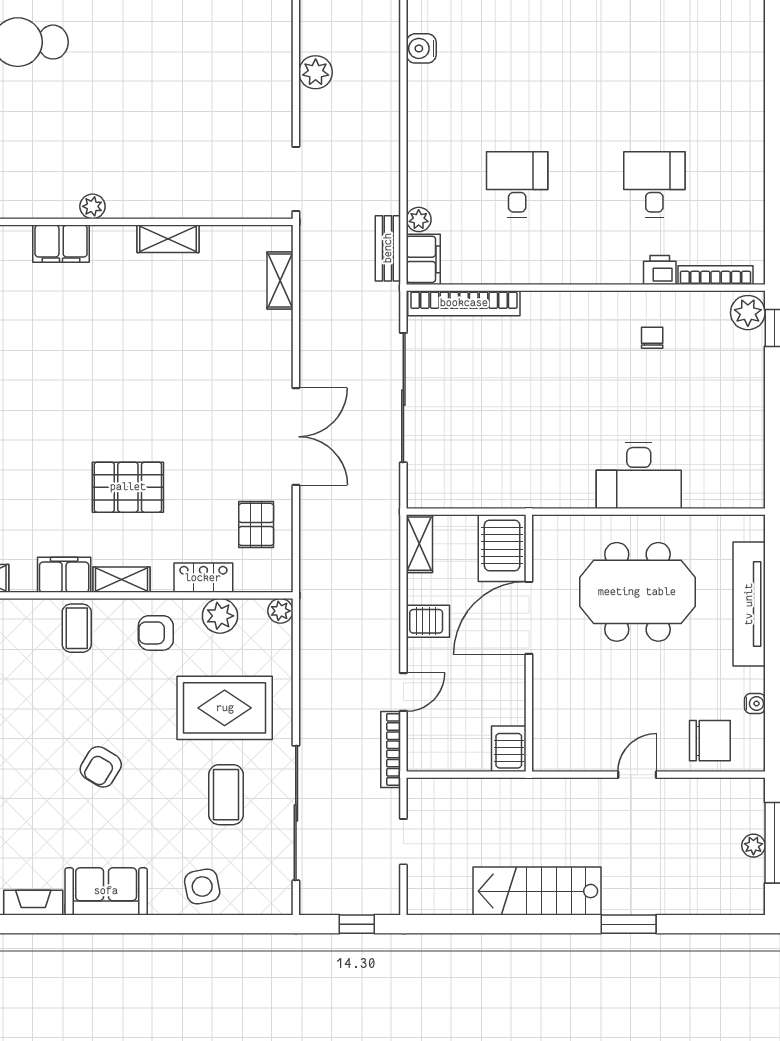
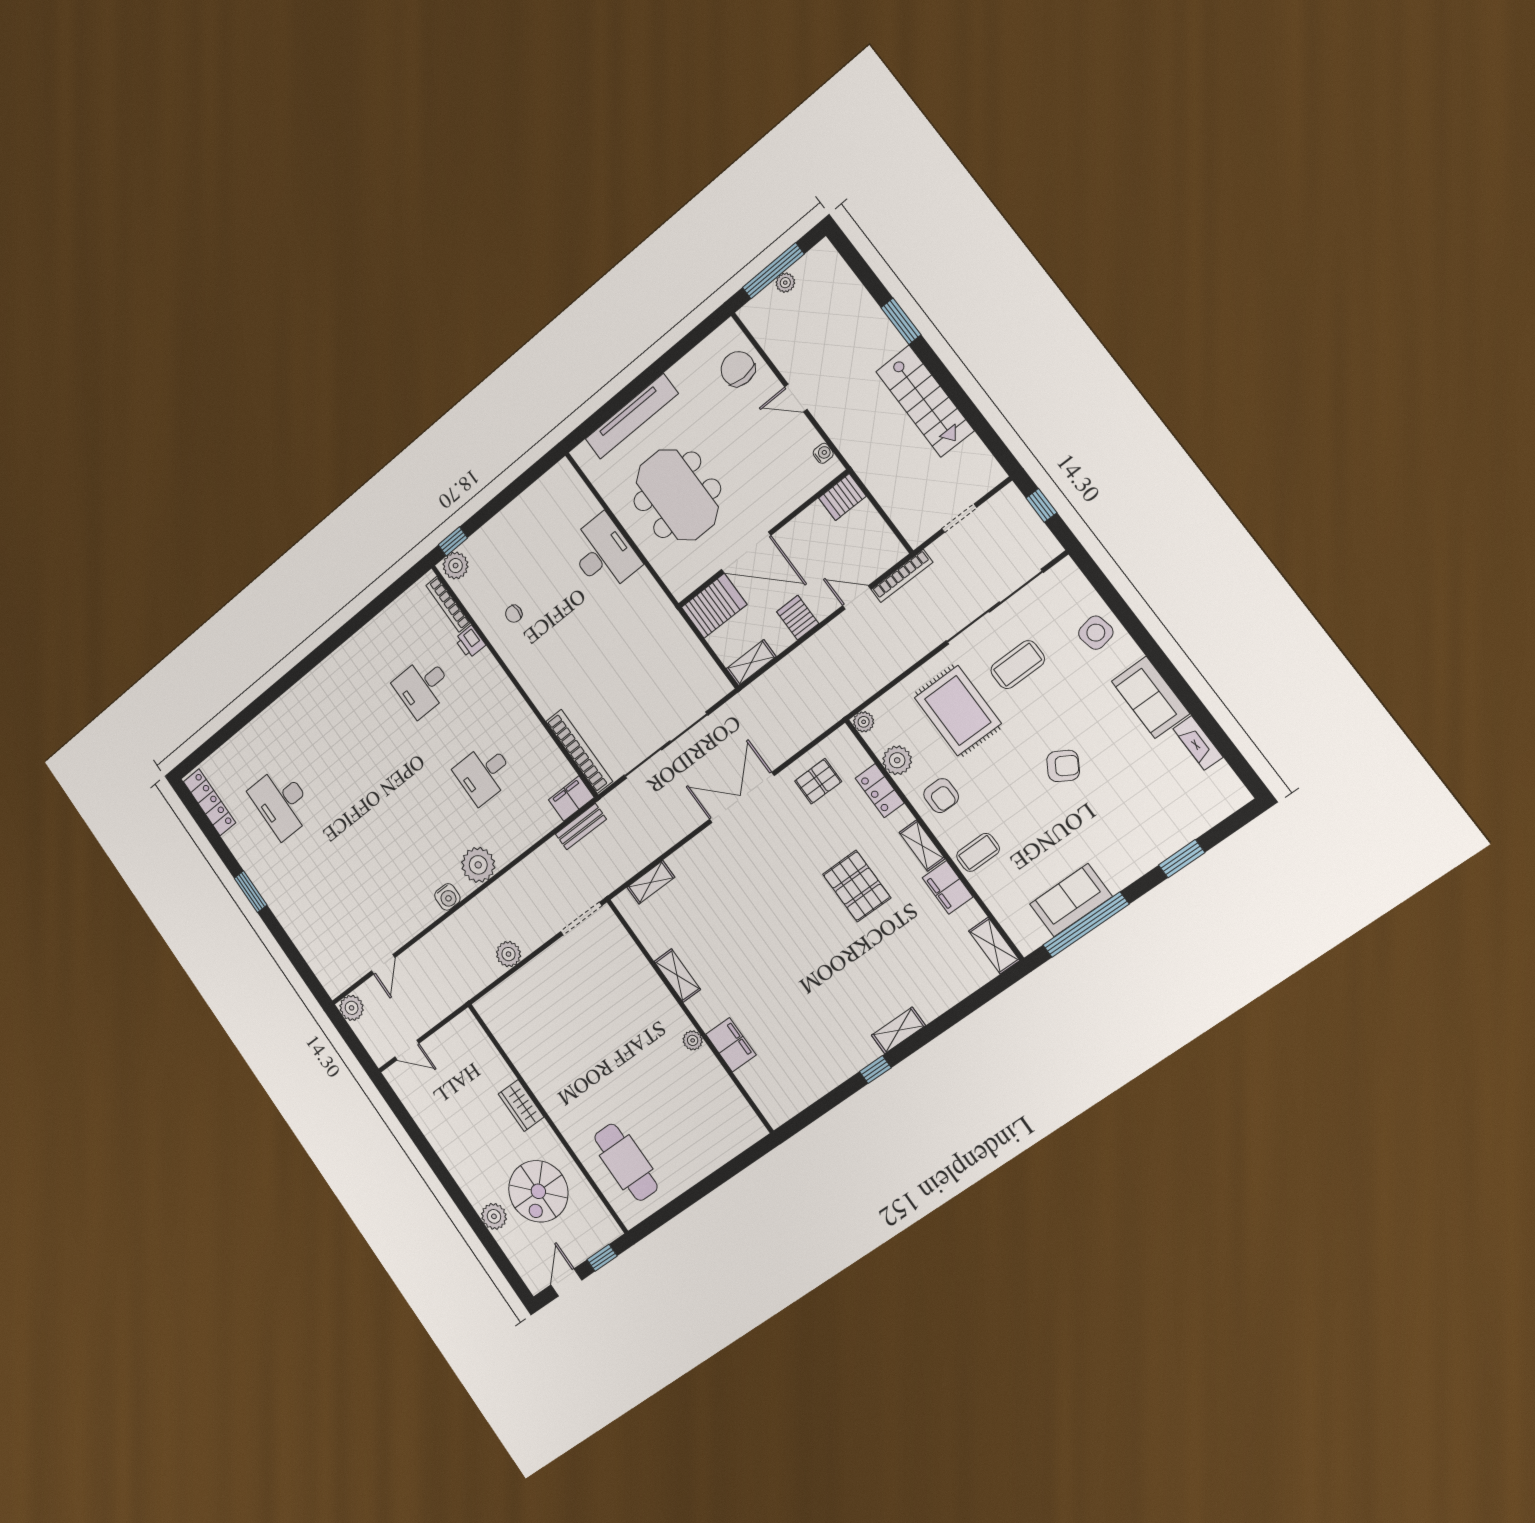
plant: (419, 219) -> (478, 865), moved, width x1.88, depth x1.88
water cooler: (755, 703) -> (823, 453), moved, turned 90

